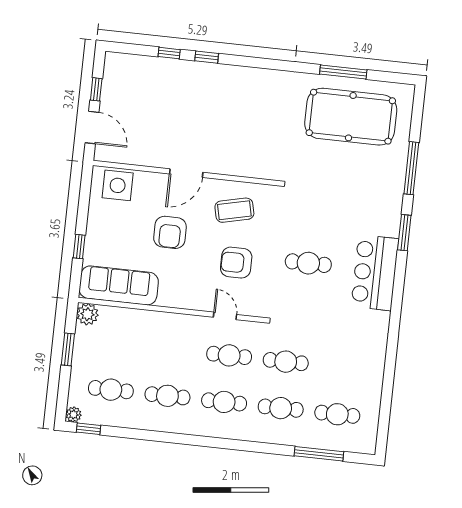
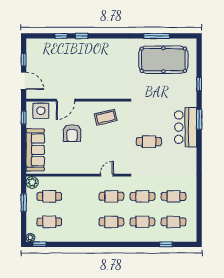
window: (411, 168) -> (199, 84), width x0.46
door: (186, 173) -> (66, 100), moved
window: (79, 247) -> (24, 118), moved
armchair: (236, 263) -> (110, 146), removed
bar counter: (375, 273) -> (186, 127), moved
sofa: (119, 285) -> (35, 150), moved, turned 90
door: (225, 316) -> (107, 175), hinge flipped
cafe table: (342, 368) -> (174, 196), added
cafe table: (167, 396) -> (49, 196), moved
window: (319, 454) -> (166, 244), width x0.46

